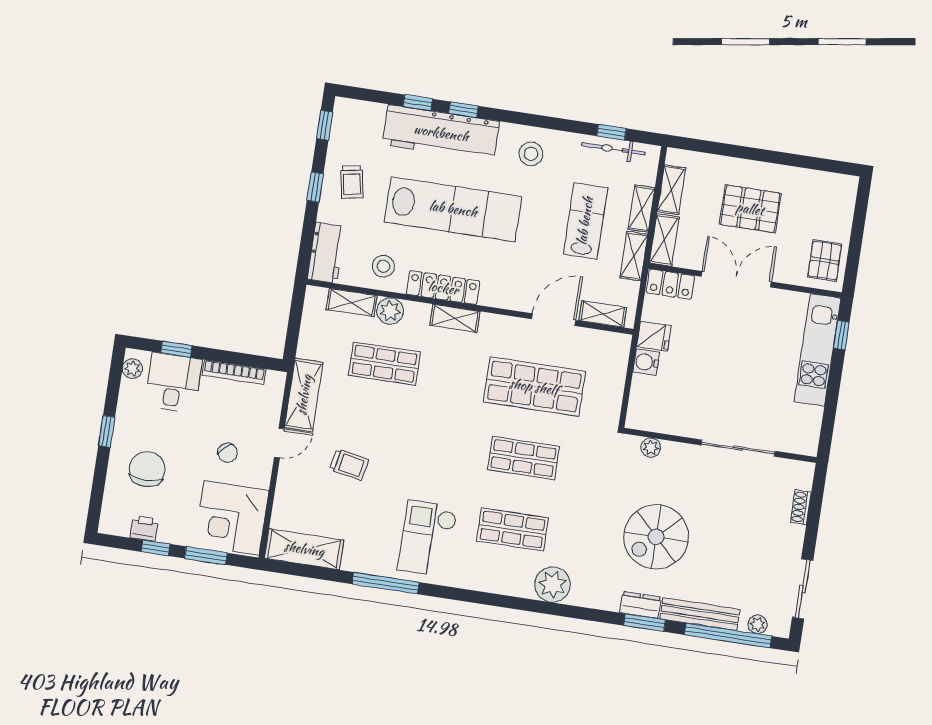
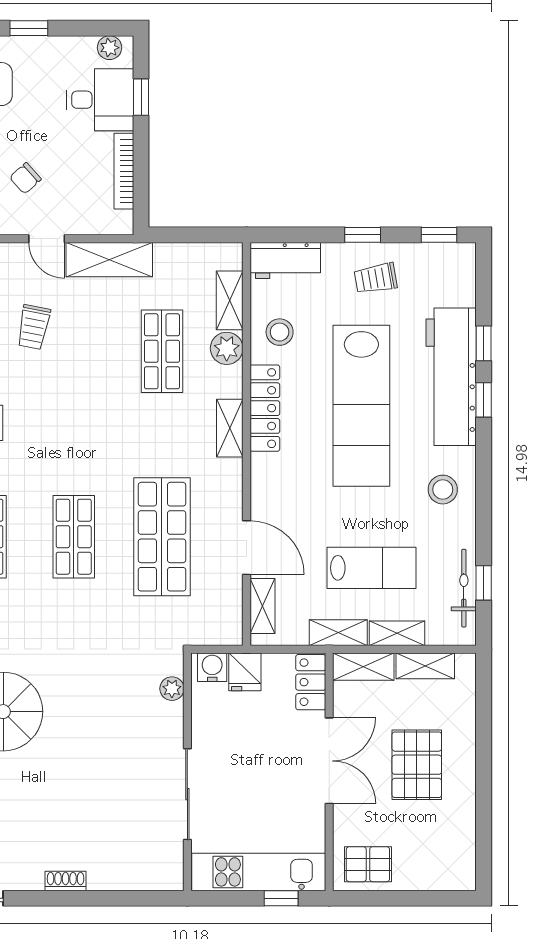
wall: (720, 445) -> (187, 772), moved
plant: (651, 448) -> (172, 689), moved
sliding door: (738, 448) -> (187, 794), moved

